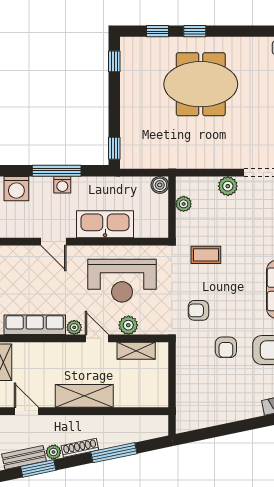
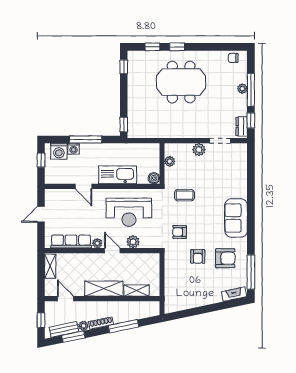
washing machine: (62, 185) -> (74, 149), moved
boiler: (160, 185) -> (154, 178), moved
shelving: (136, 351) -> (137, 291), moved

